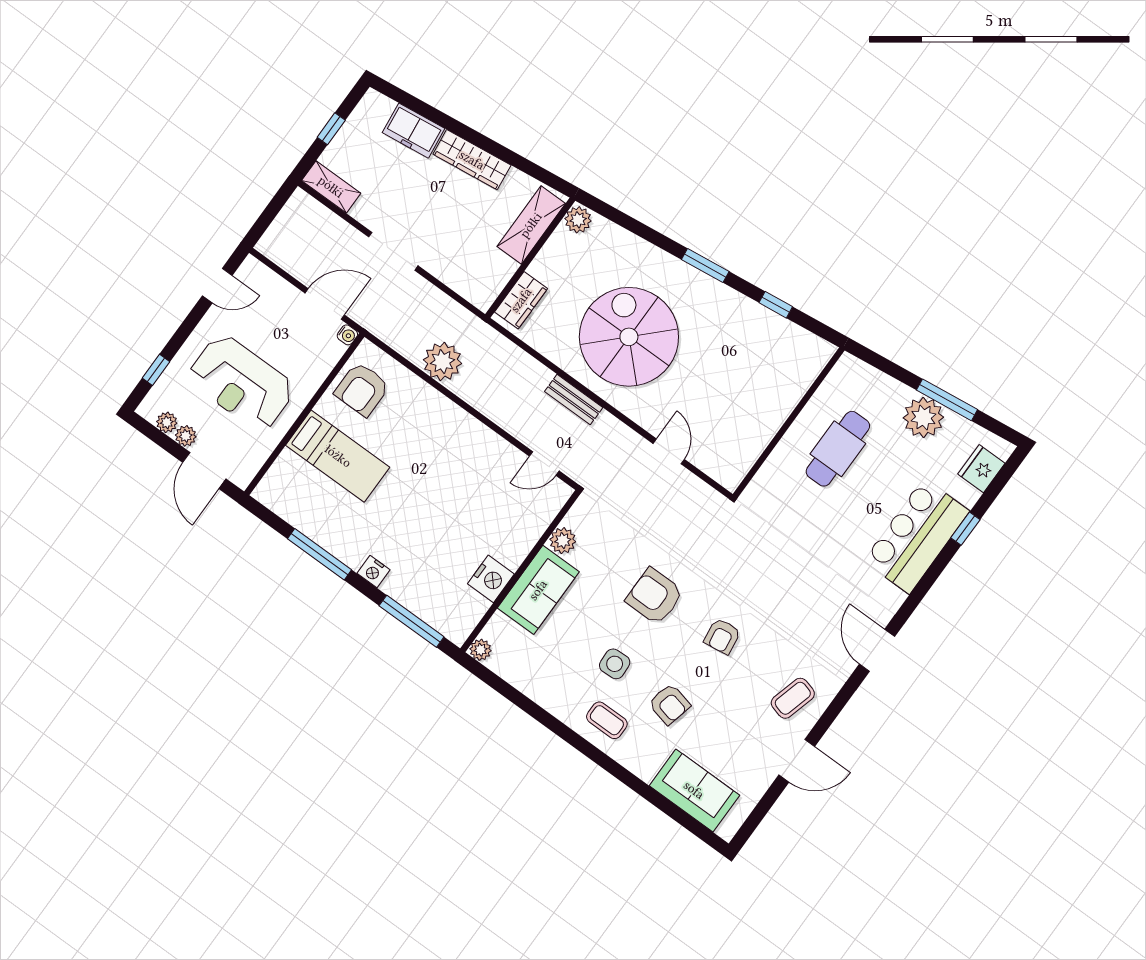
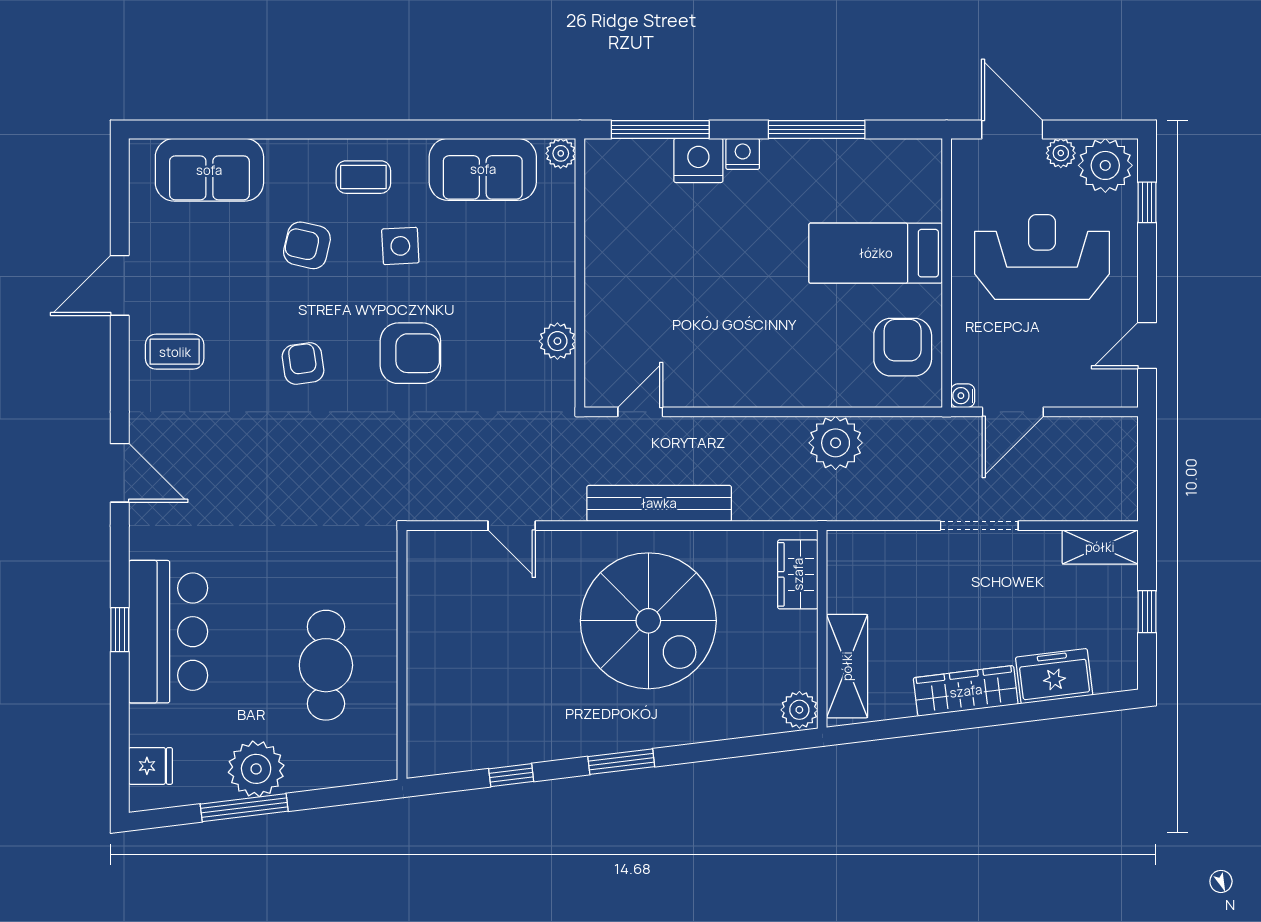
bench: (574, 399) -> (659, 503), width x1.86, depth x1.21
plant: (167, 422) -> (1105, 165), width x1.88, depth x1.88
fridge: (981, 469) -> (151, 766), width x0.72
window: (965, 529) -> (120, 630), moved
nightstand: (491, 579) -> (698, 160), moved, turned 90
sofa: (538, 590) -> (483, 169), moved, turned -90
coffee table: (793, 698) -> (175, 352), turned 75

